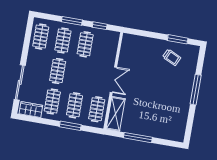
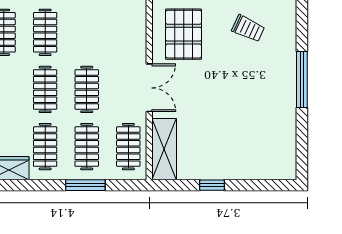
clothes rail: (85, 44) -> (87, 89), moved
pallet: (137, 54) -> (184, 34), added
window: (138, 138) -> (212, 185), width x0.46

